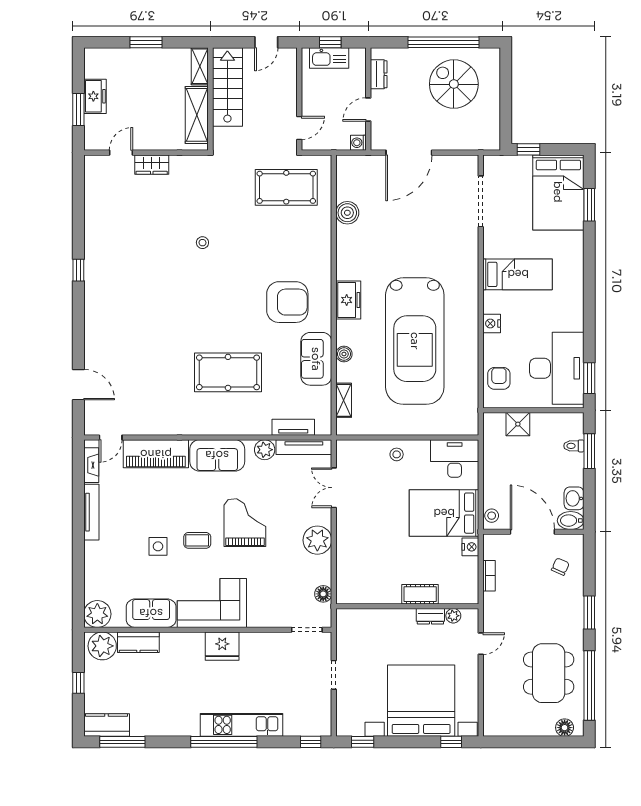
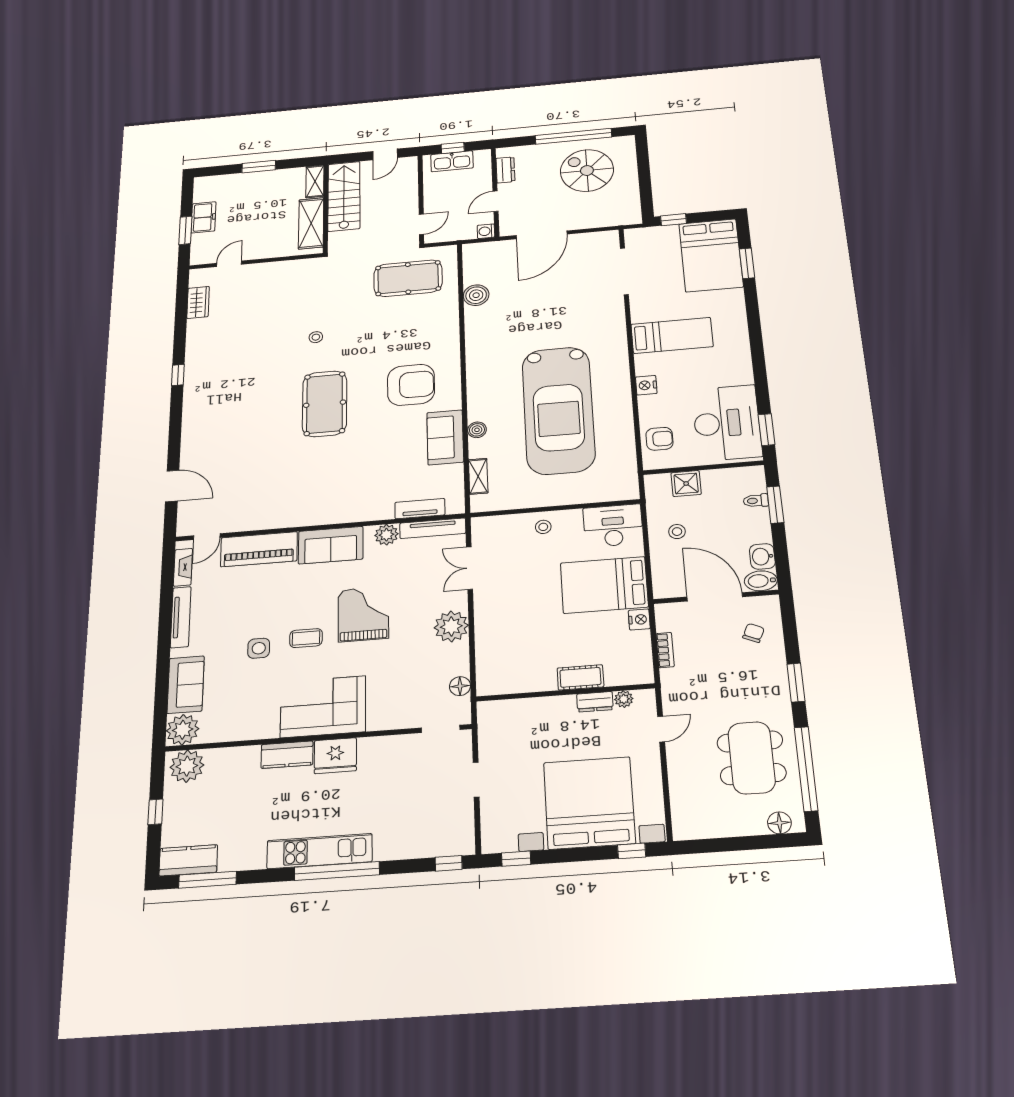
wardrobe: (152, 165) -> (198, 302), moved, turned -90
freezer: (348, 300) -> (480, 377), removed
pool table: (228, 372) -> (325, 404), moved, turned 90
armchair: (499, 378) -> (659, 439), turned 90
stool: (492, 516) -> (677, 532), moved
sofa: (151, 613) -> (186, 685), moved, turned 90
kitchen counter: (138, 642) -> (287, 755), moved
kitchen unit: (242, 725) -> (320, 851), moved

